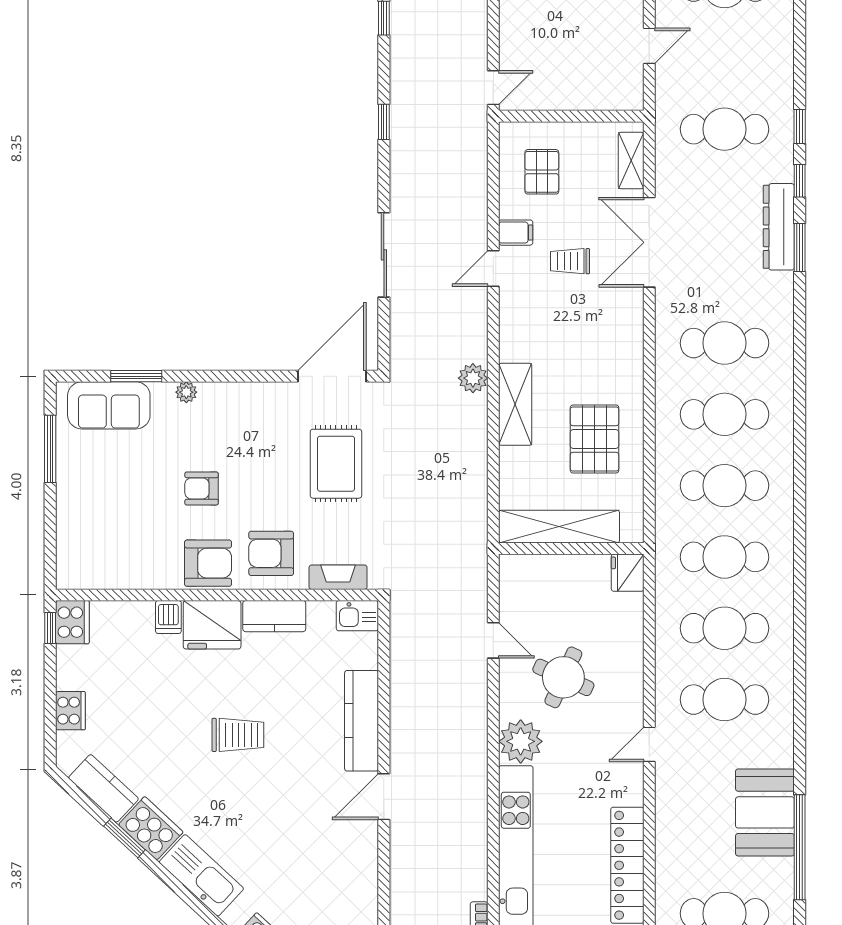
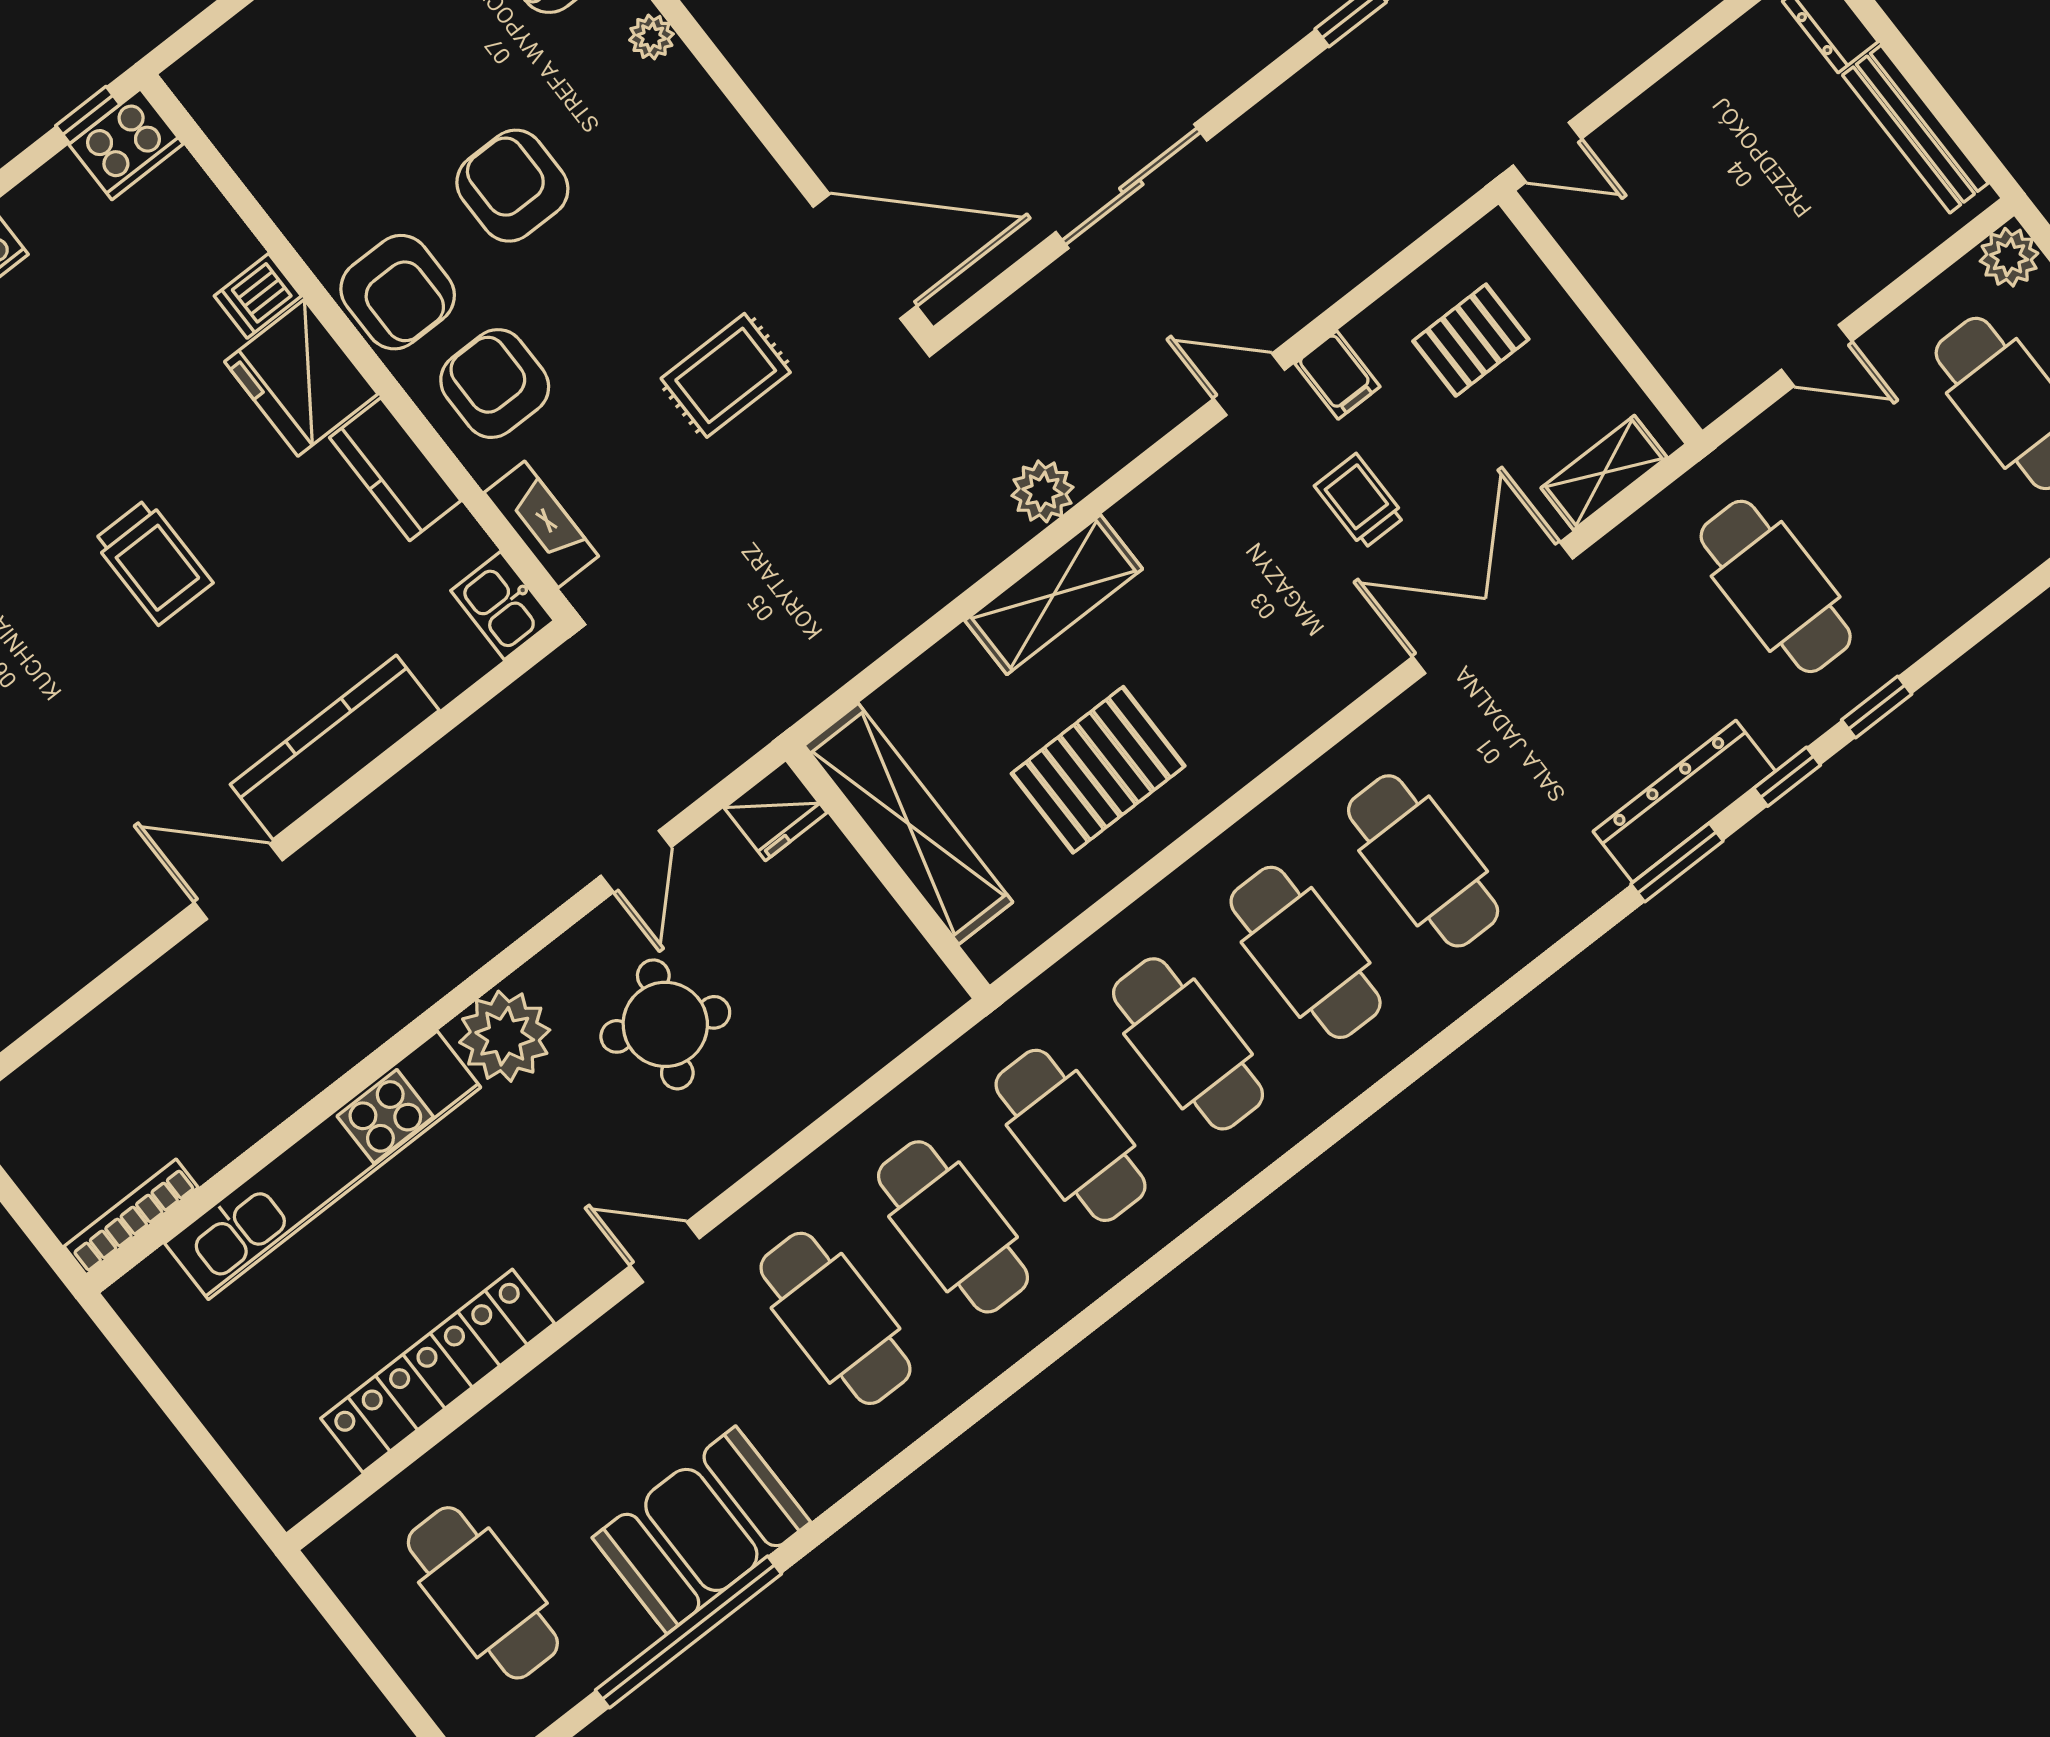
rug: (336, 464) -> (726, 375), width x0.73, depth x0.70
armchair: (202, 488) -> (512, 186), width x1.38, depth x1.38
fridge: (628, 573) -> (776, 810), moved, turned 180

